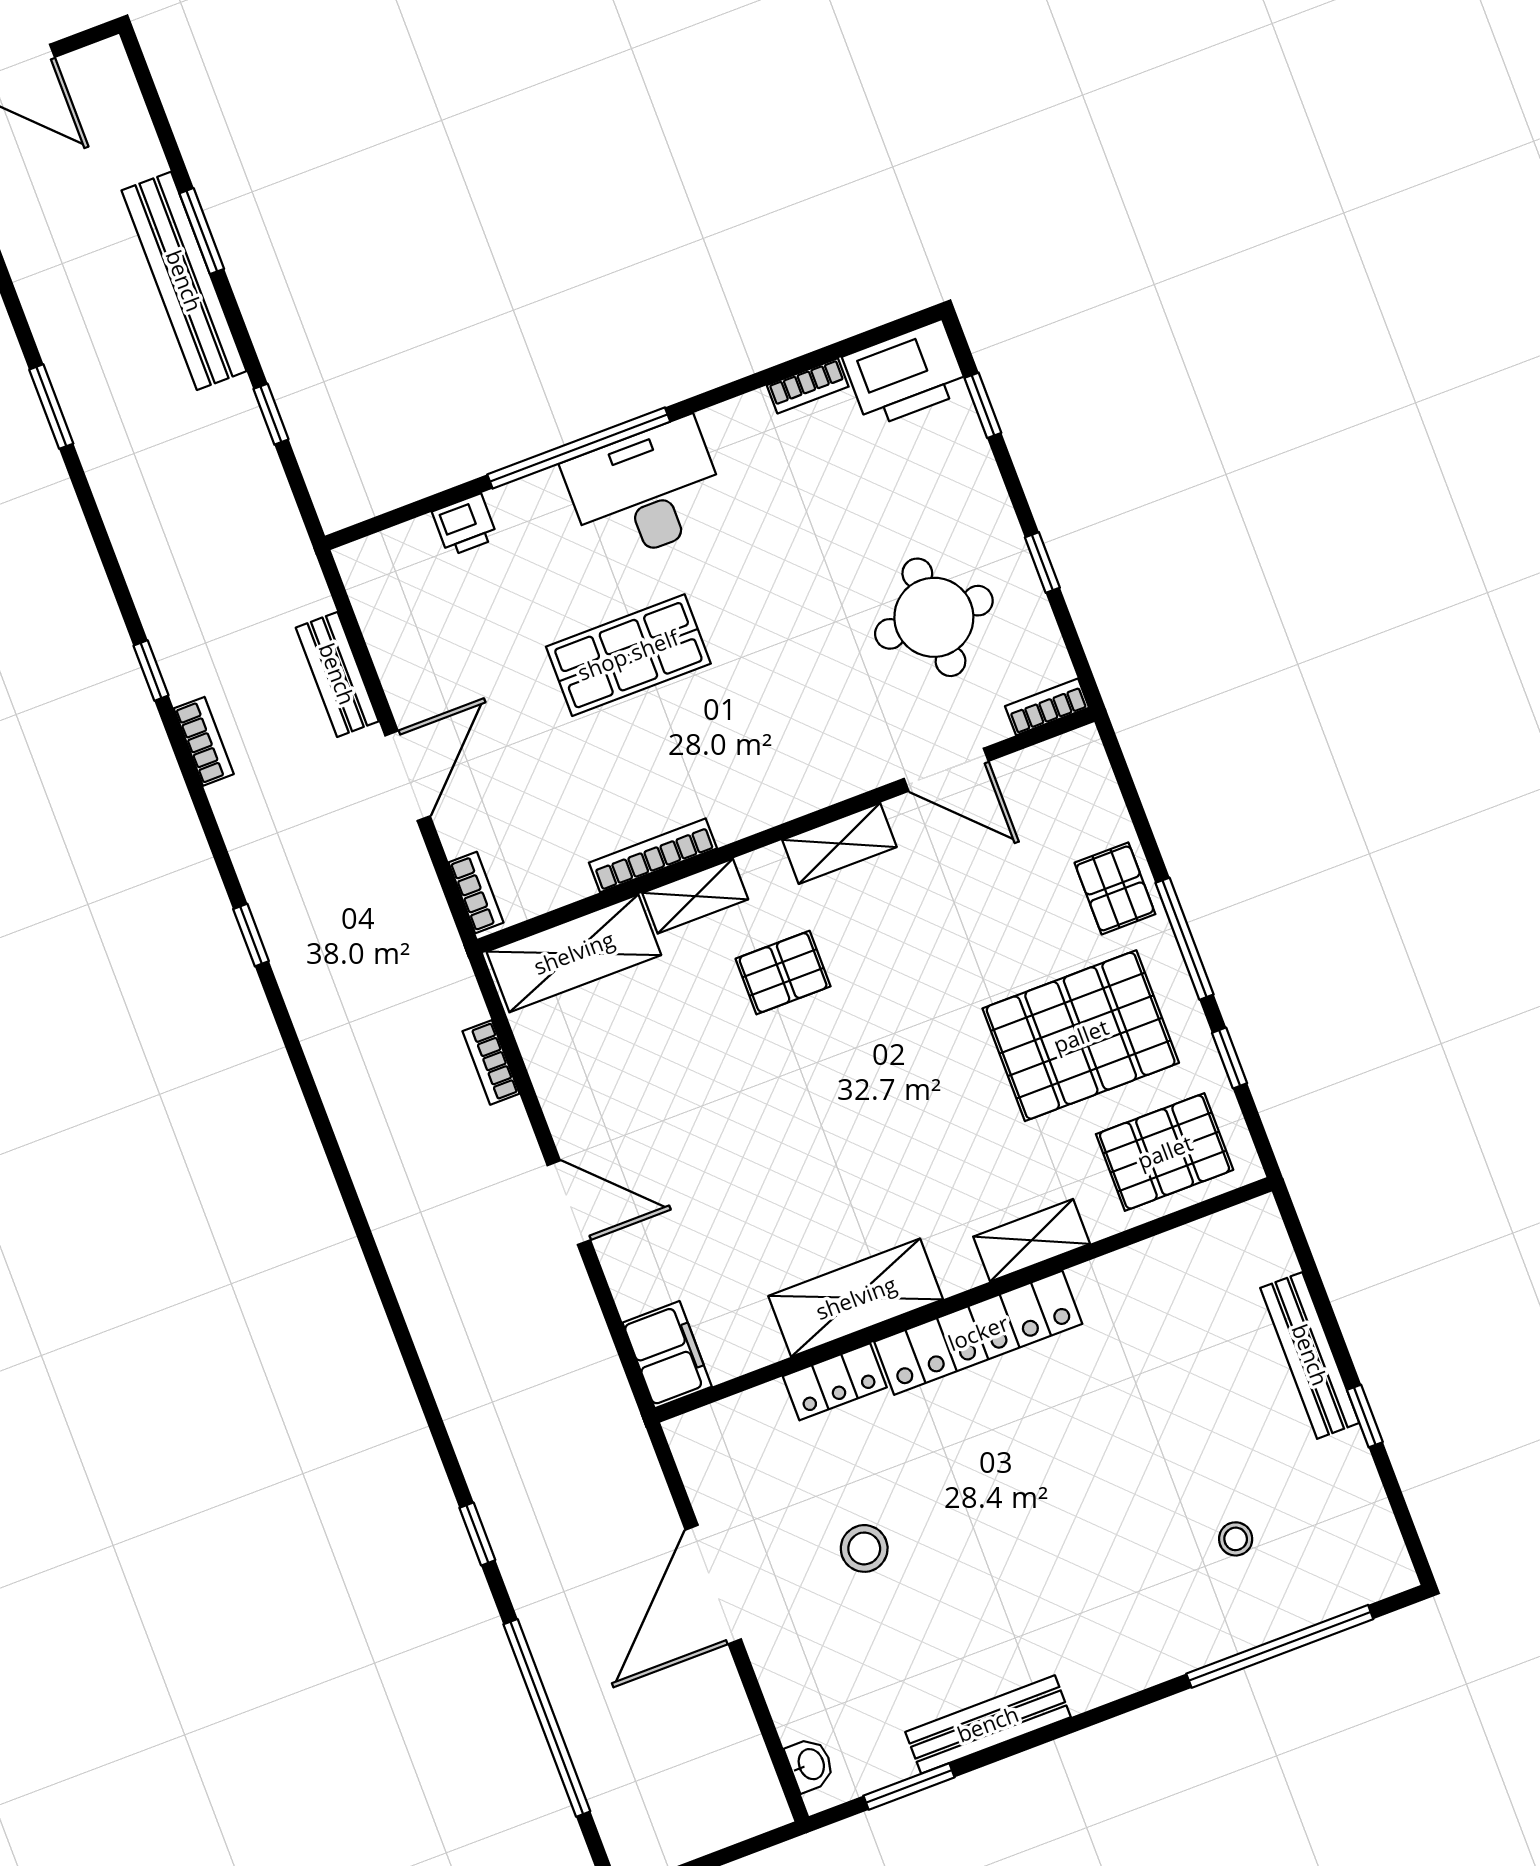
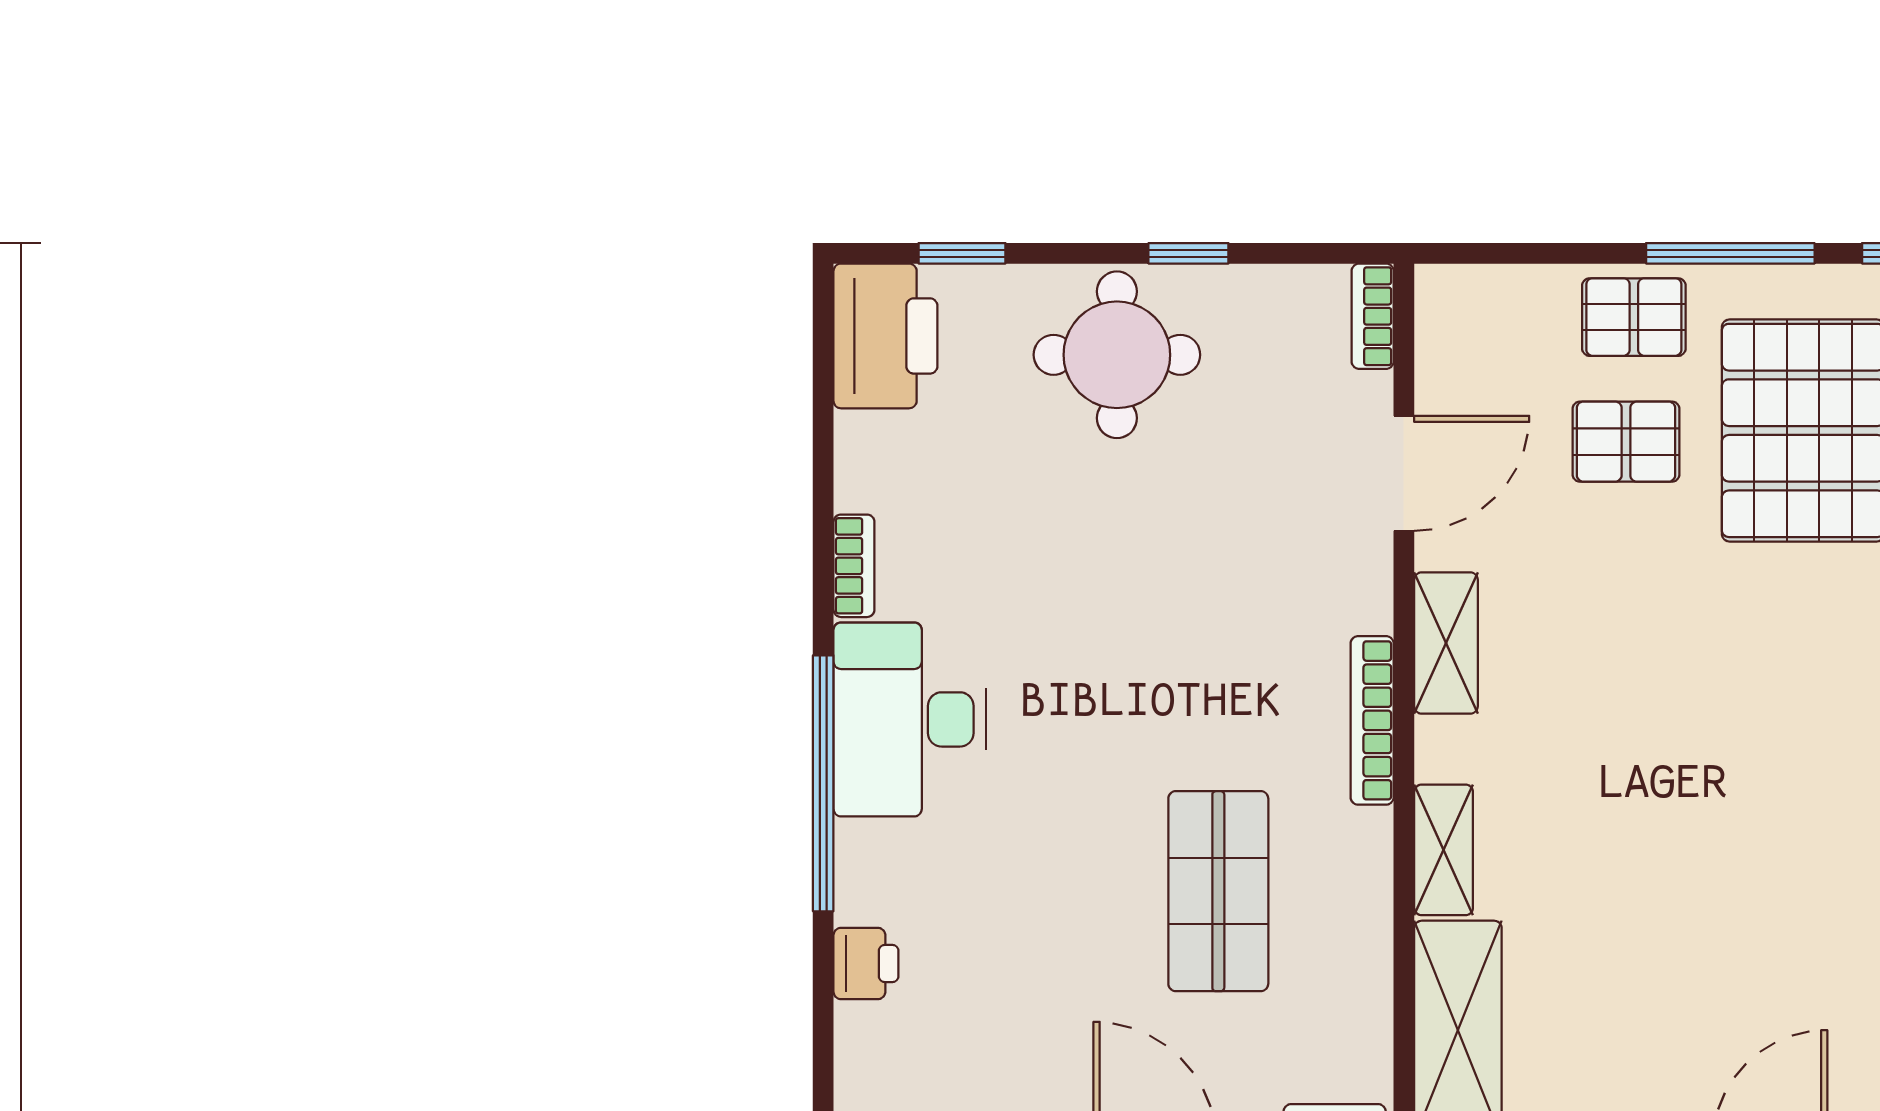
bookcase: (808, 386) -> (854, 566), moved
round table: (934, 617) -> (1117, 355), moved
shop shelf: (628, 655) -> (1218, 891), moved
bookcase: (653, 855) -> (1372, 720), moved
pallet: (783, 973) -> (1626, 442), moved, turned 90

